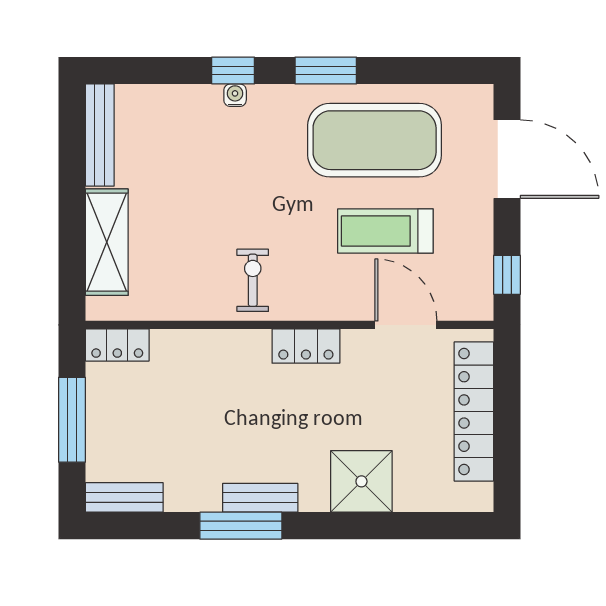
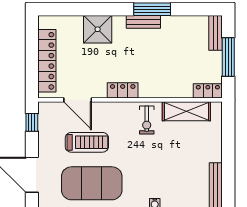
shelving: (107, 242) -> (186, 111), moved, turned 90
bench: (124, 497) -> (216, 33), moved, turned 90

